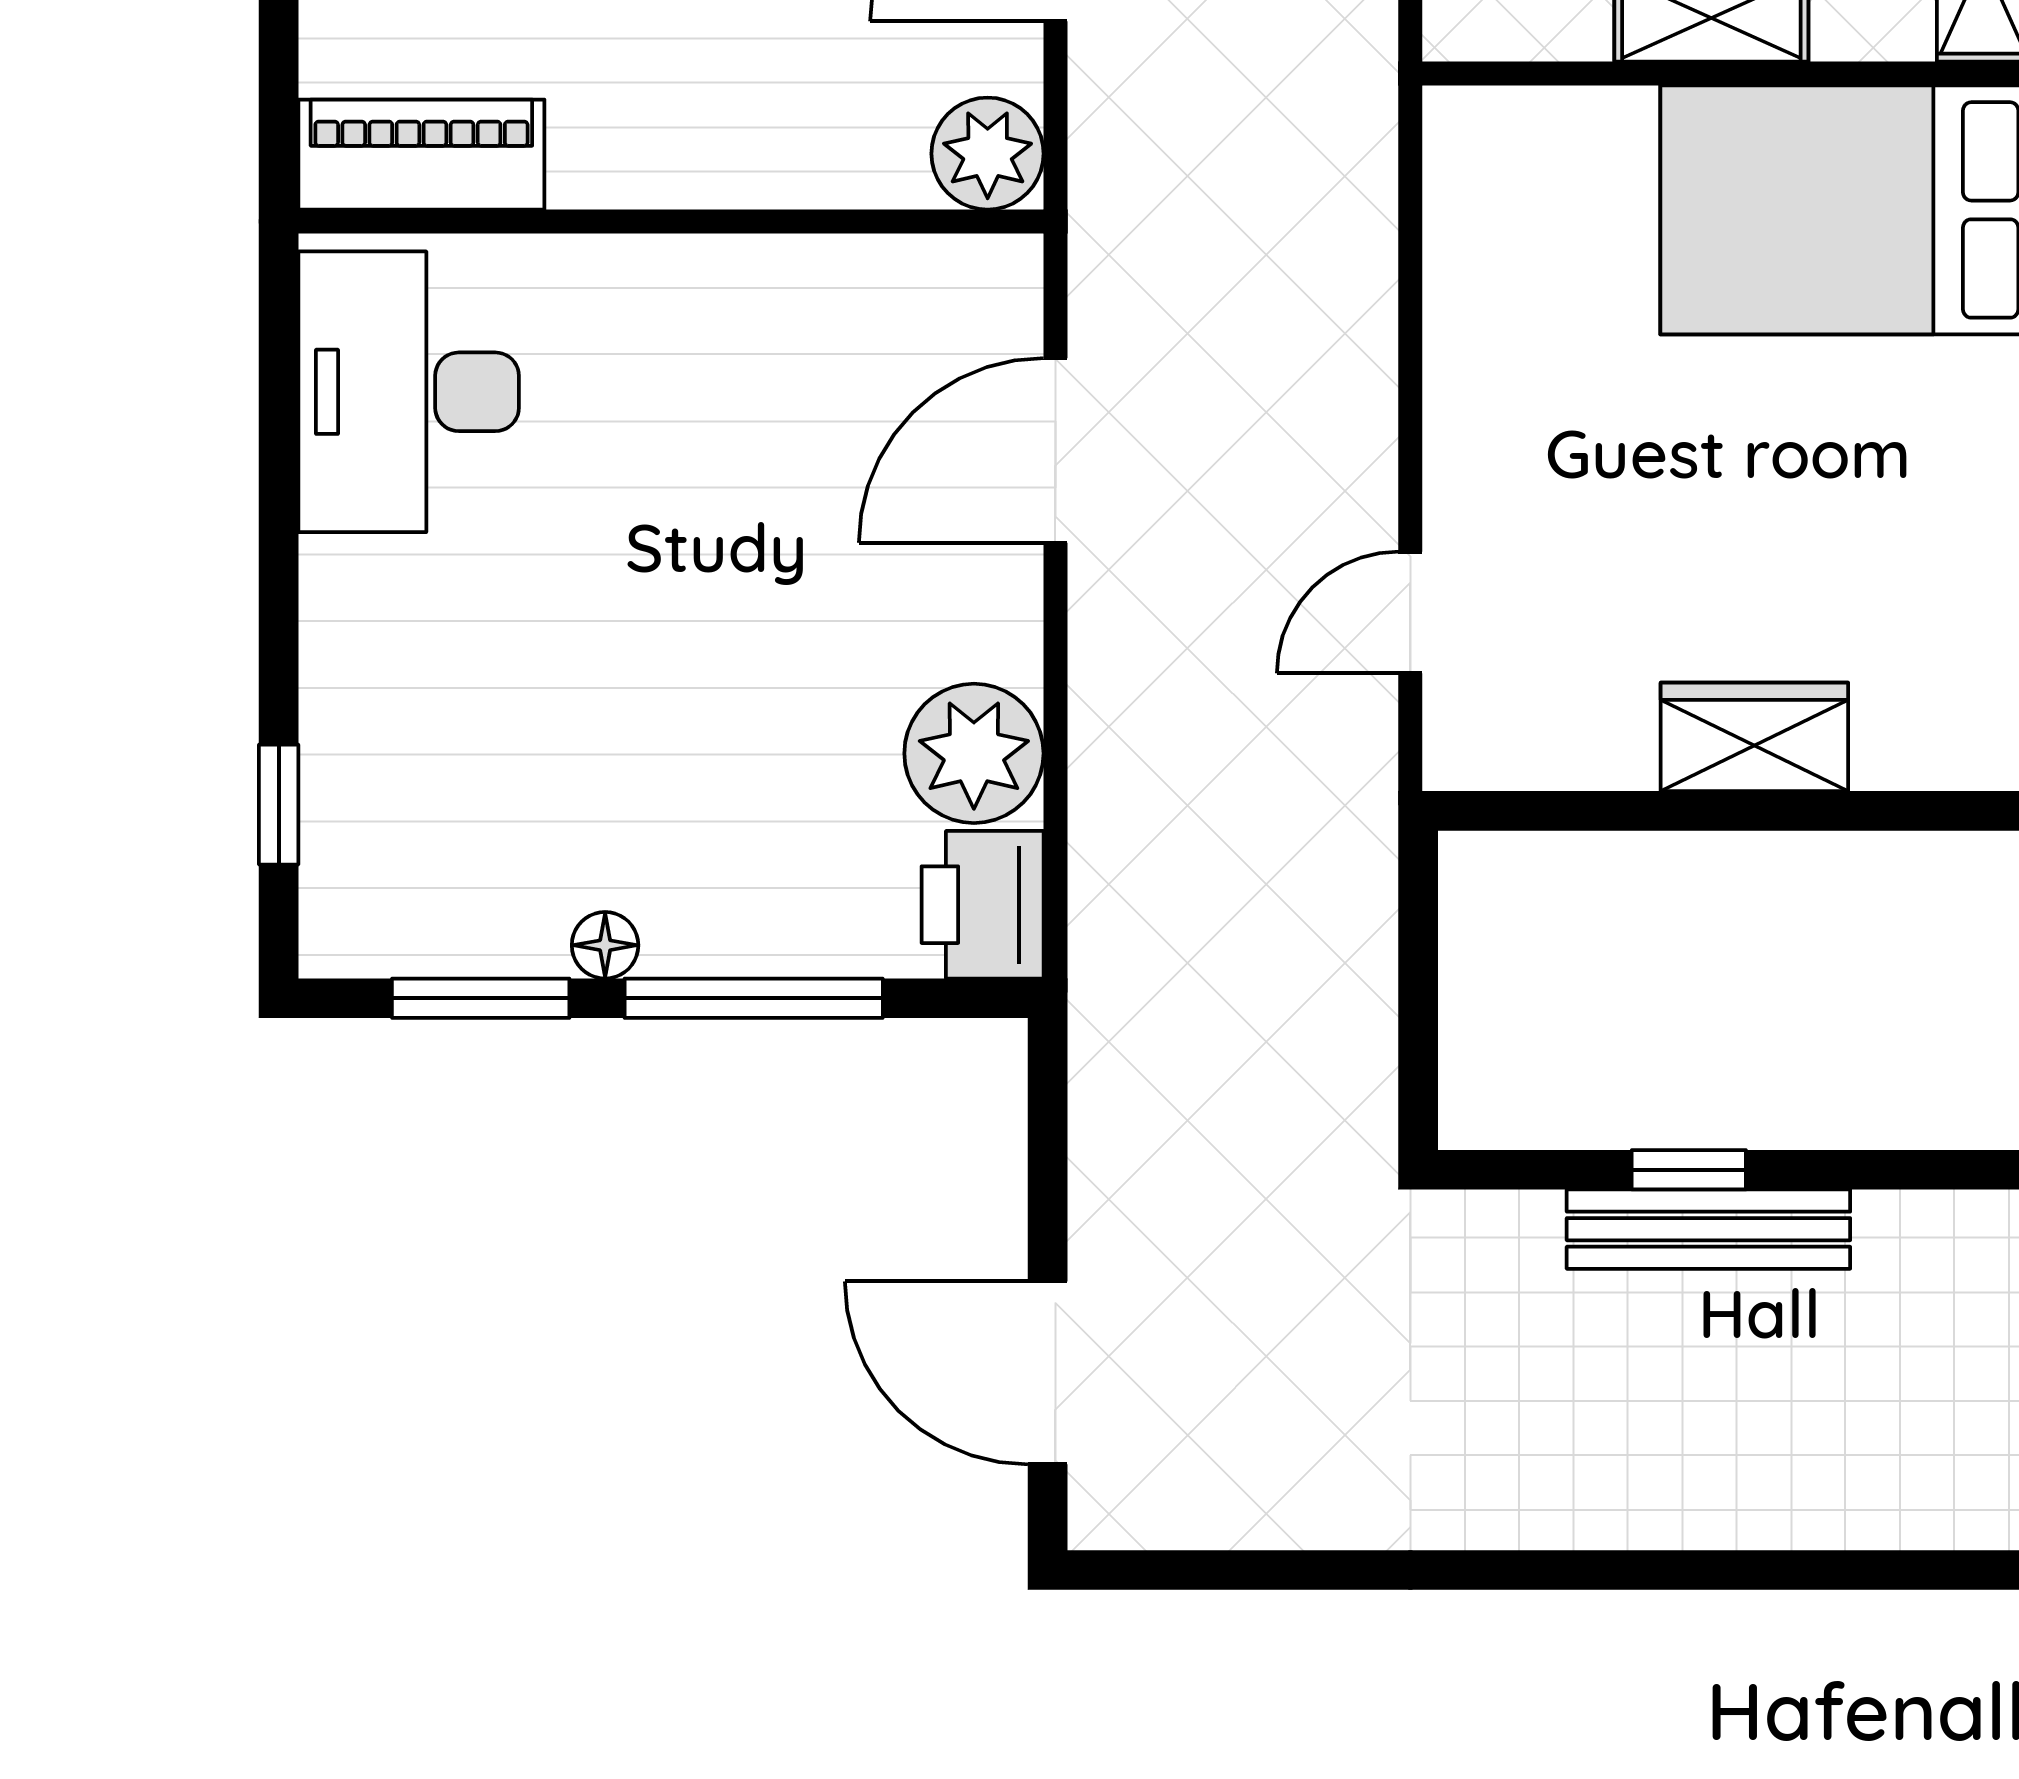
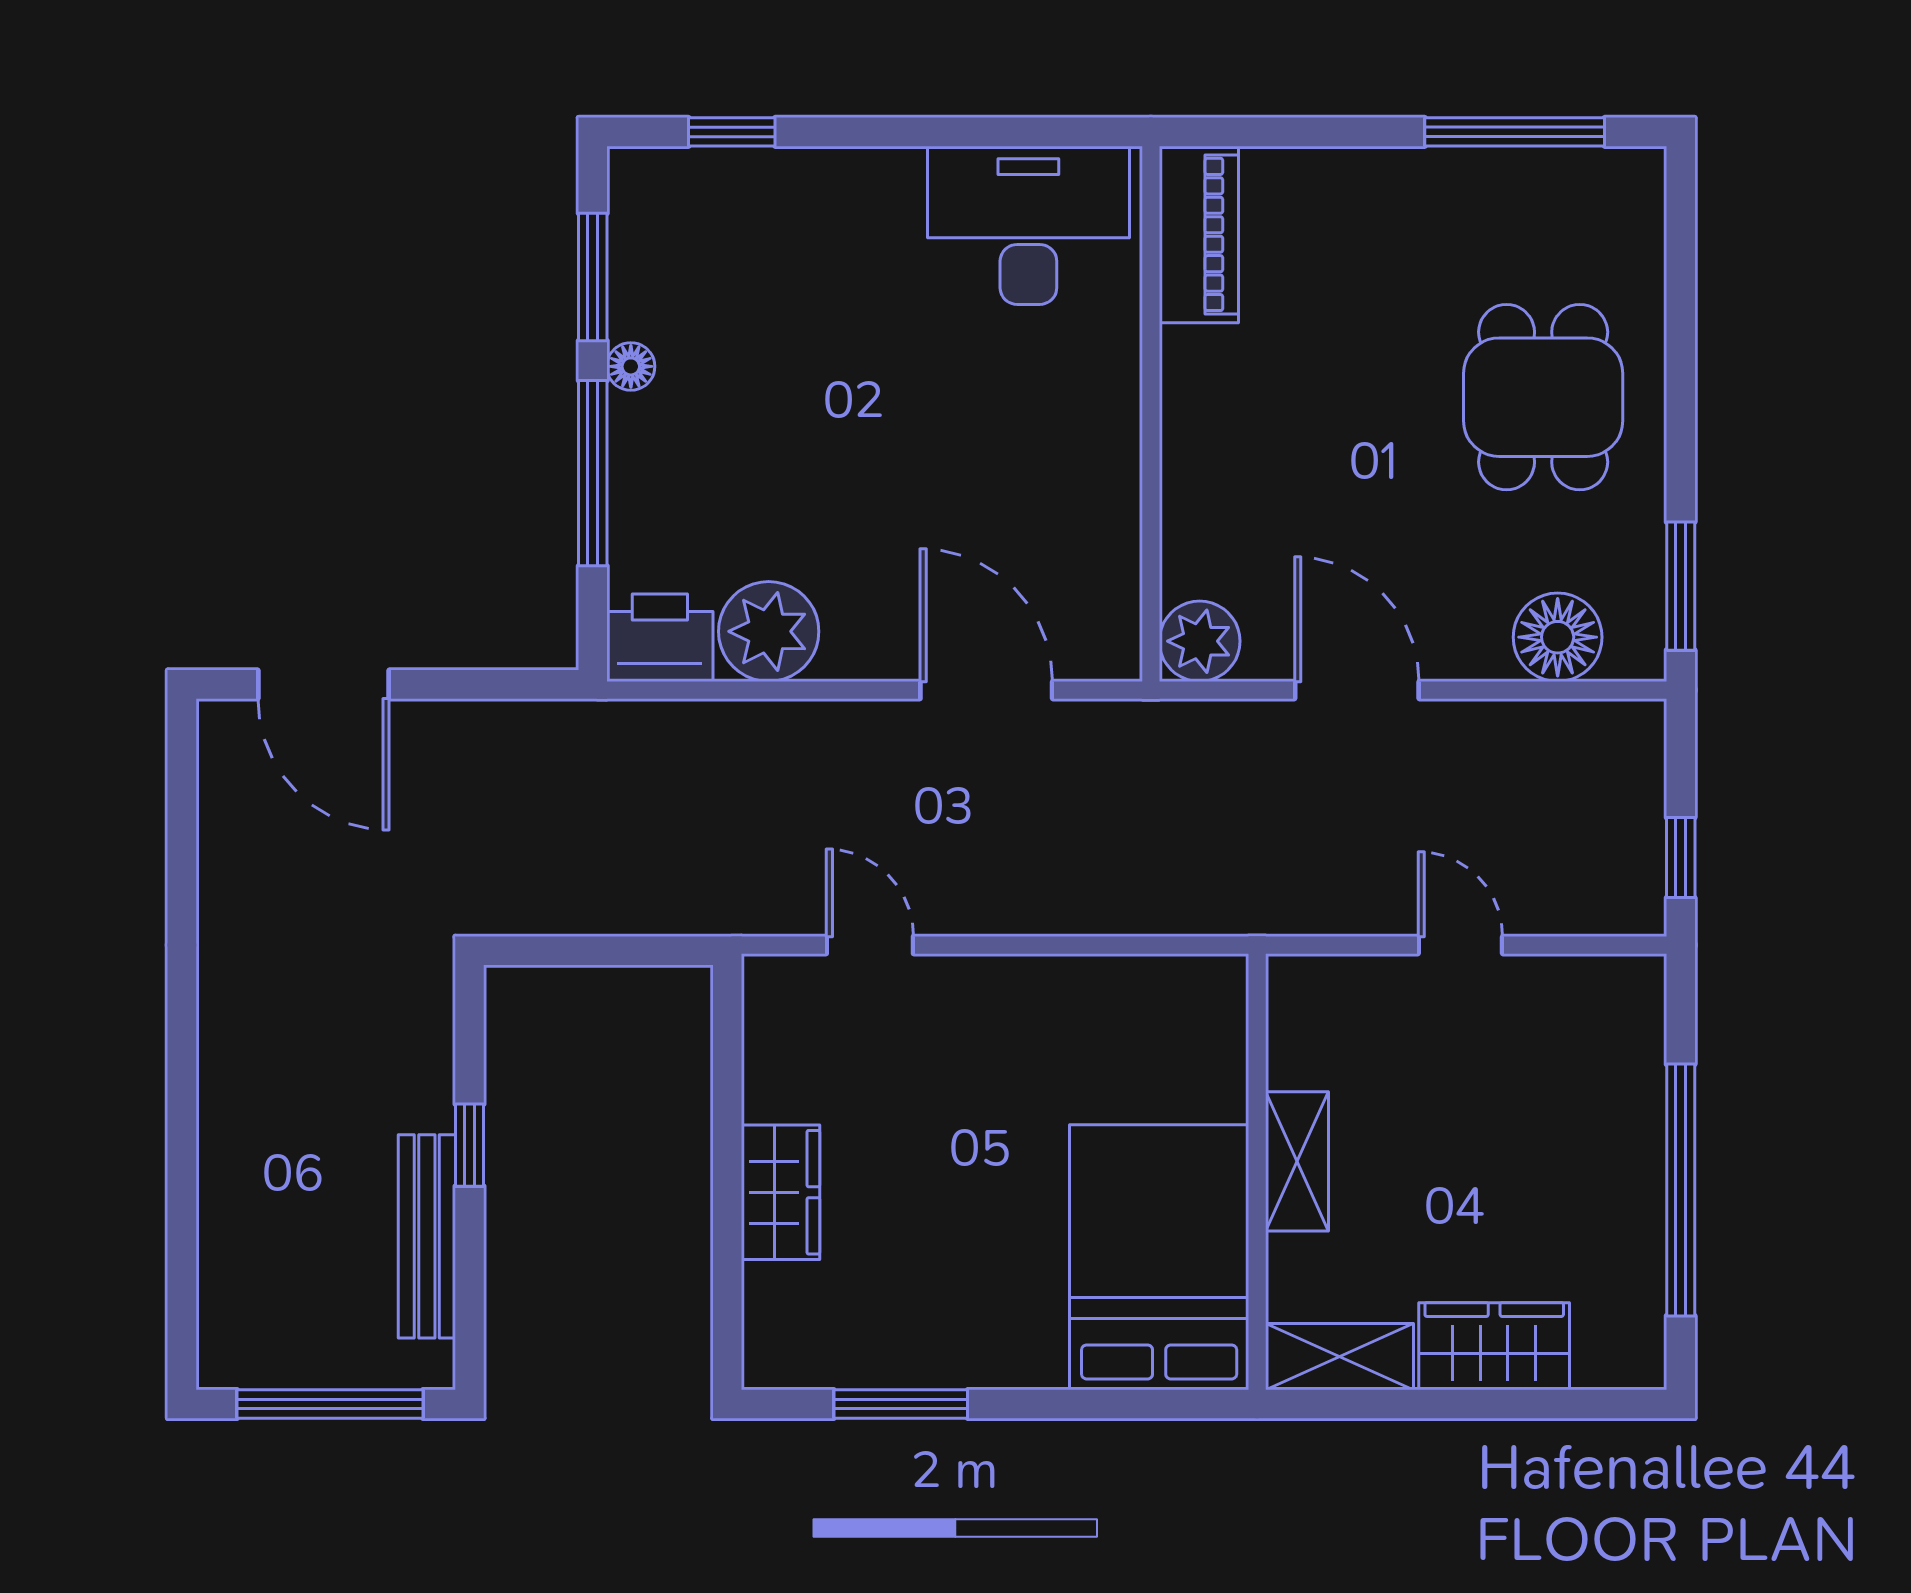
bench: (1708, 1229) -> (427, 1236), moved
door: (1048, 1373) -> (324, 684), swing flipped

